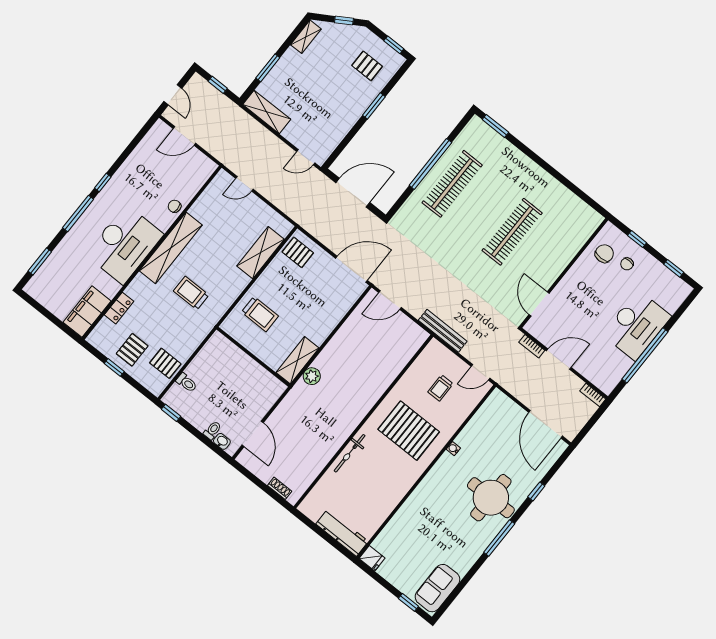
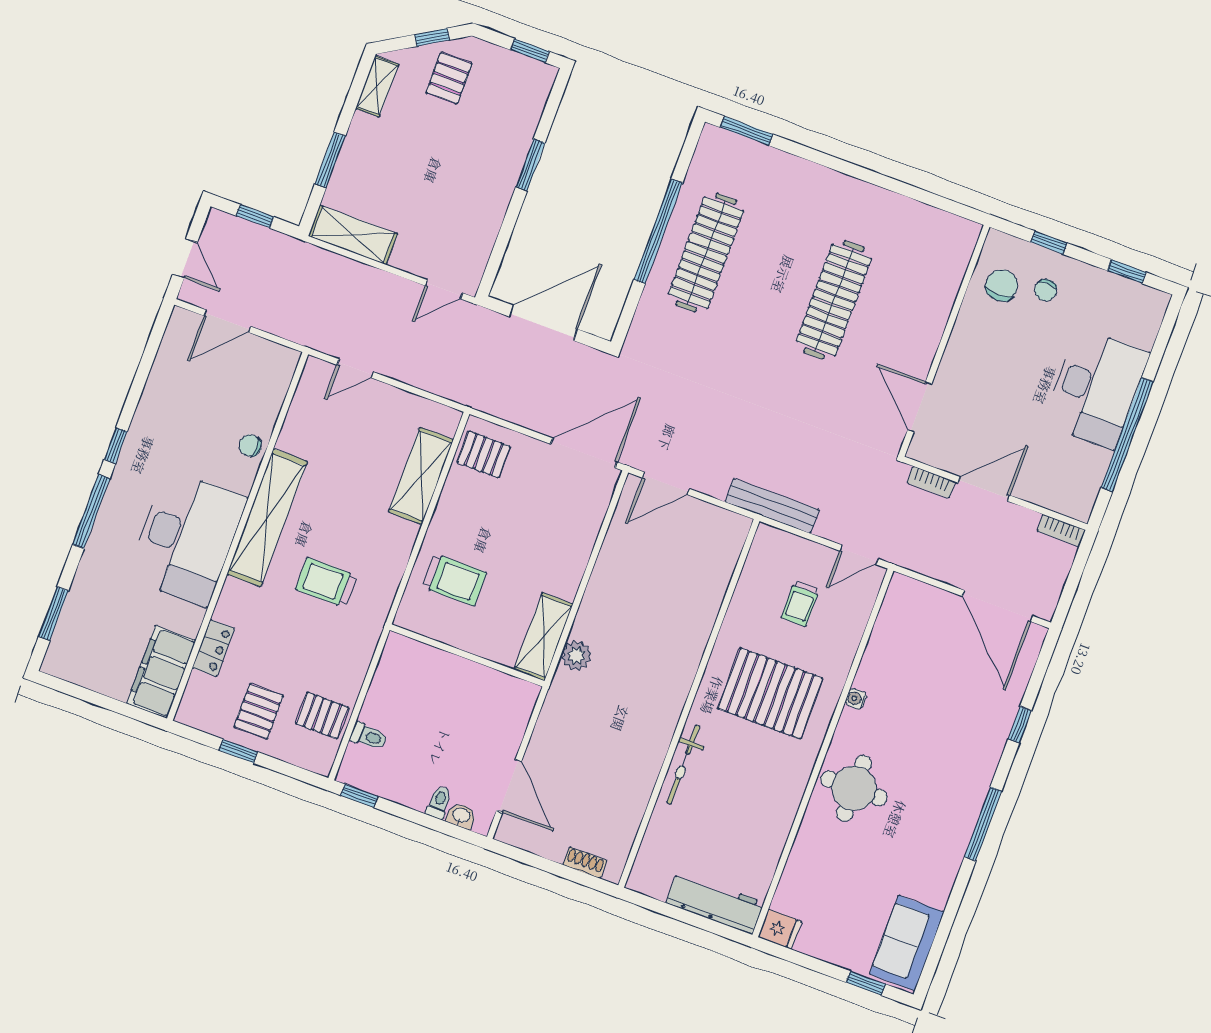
pallet: (367, 66) -> (449, 78), moved, turned 90
round table: (491, 498) -> (854, 788), moved, width x0.73, depth x0.73

